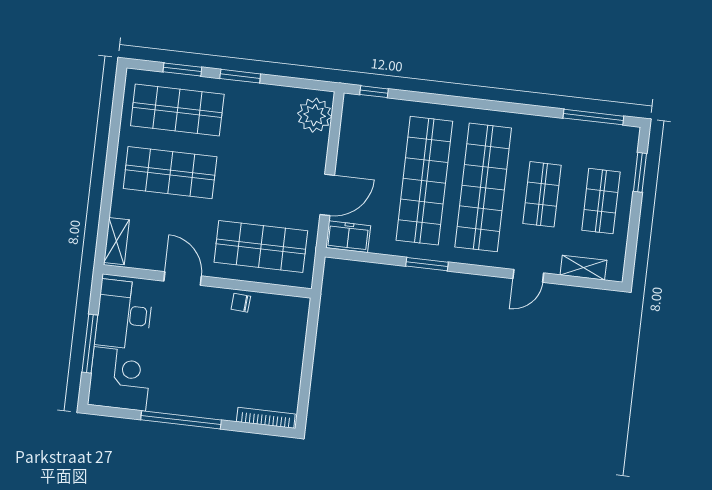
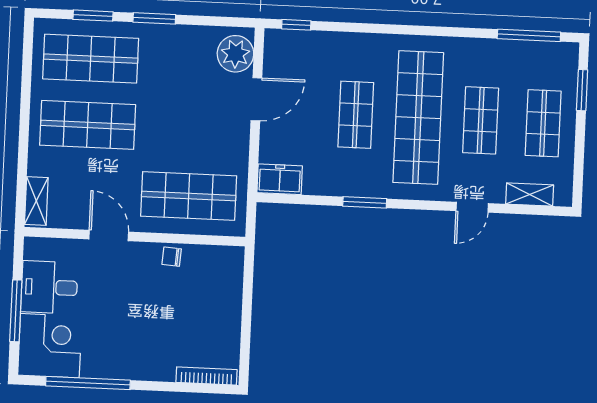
shop shelf: (424, 181) -> (356, 115), width x0.50, depth x0.74
door: (327, 195) -> (256, 99), moved
desk: (124, 315) -> (49, 287), width x0.73
window: (181, 420) -> (88, 383), moved

